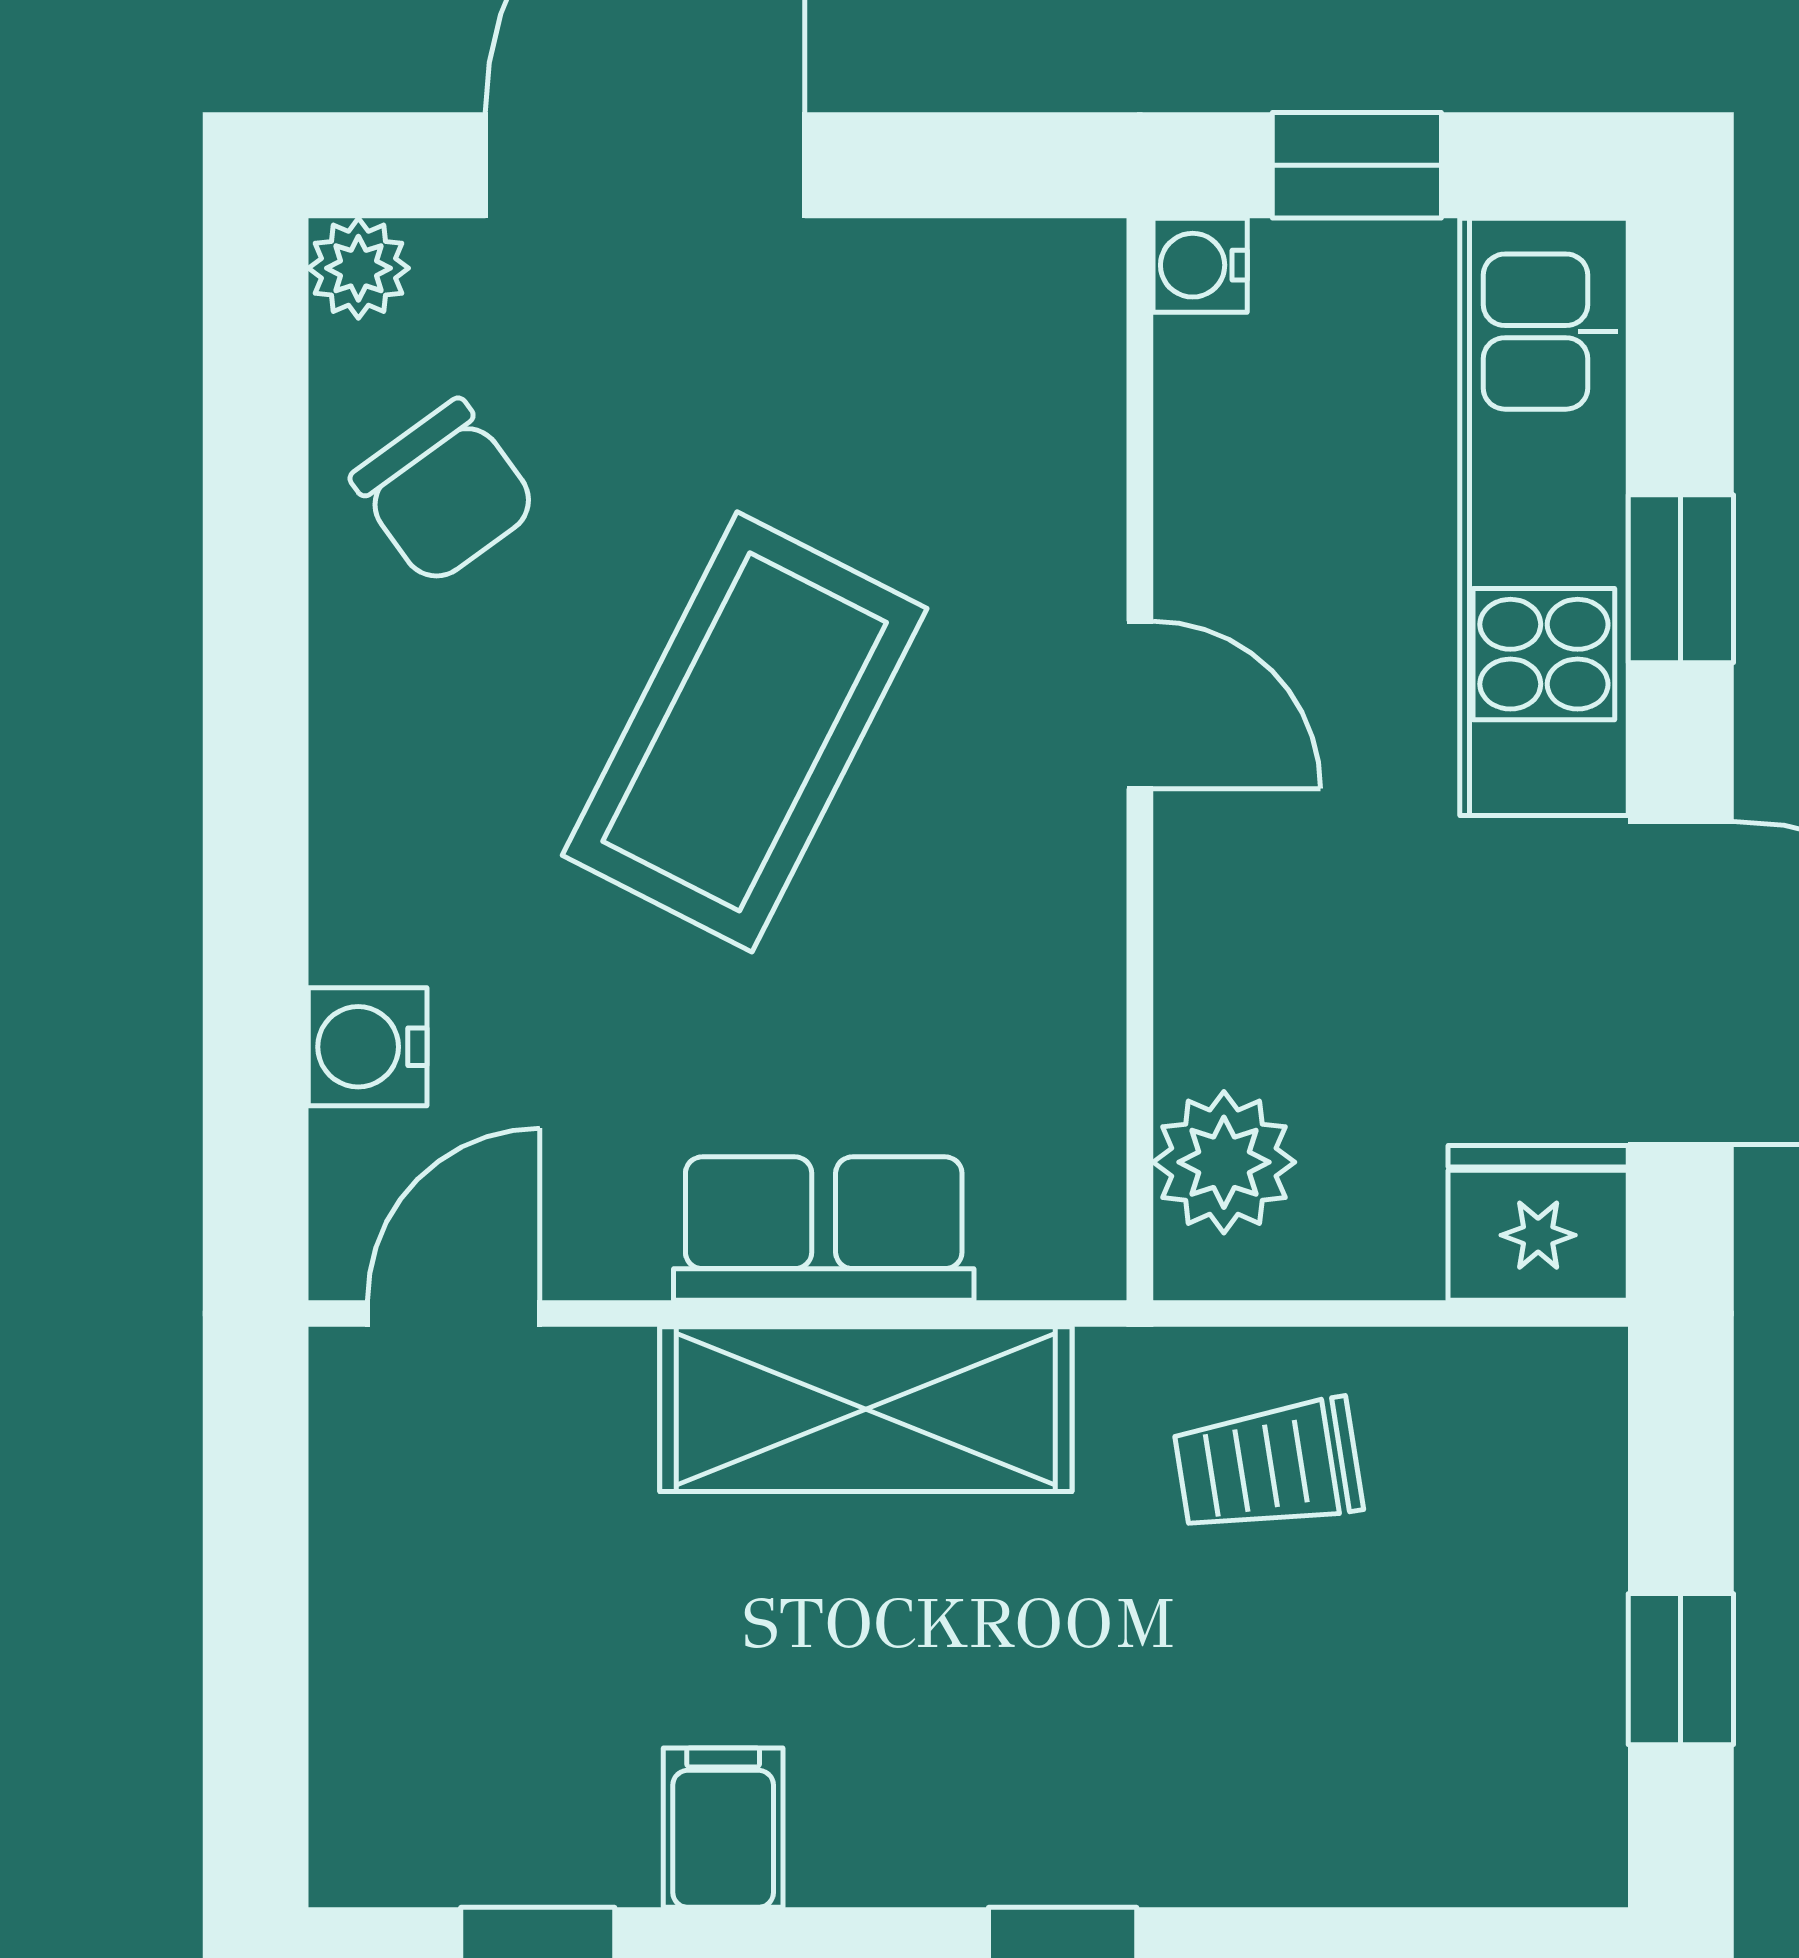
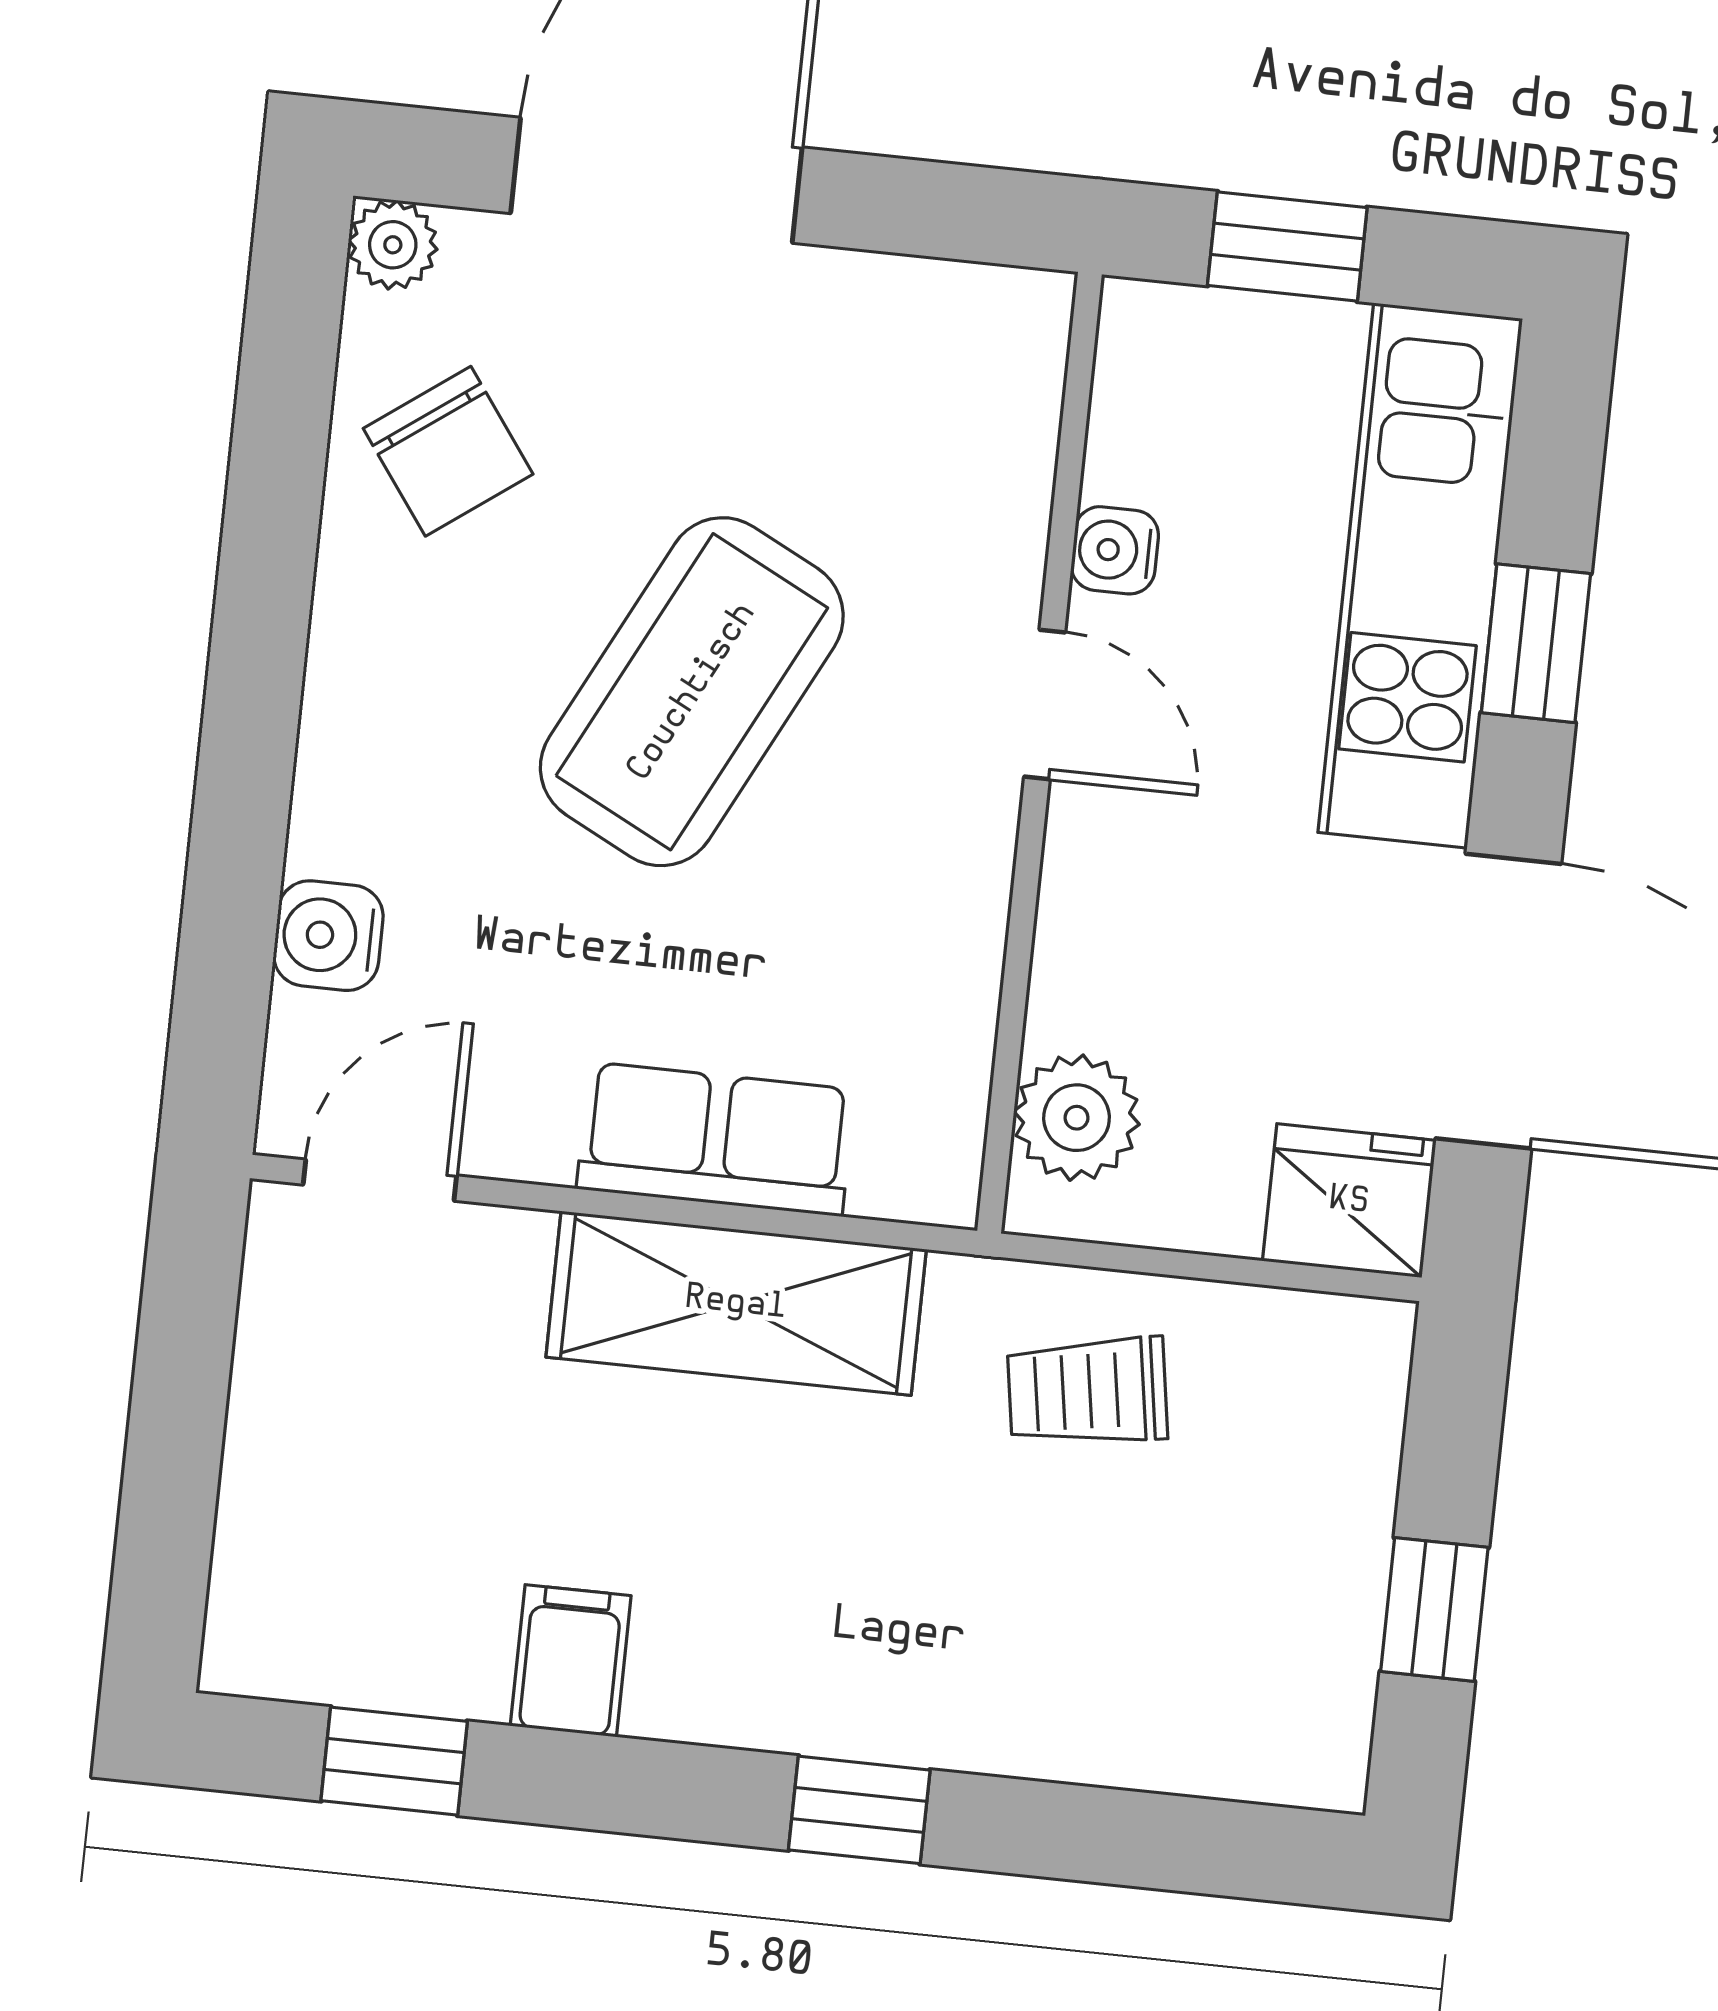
water cooler: (1200, 265) -> (1115, 550), moved

